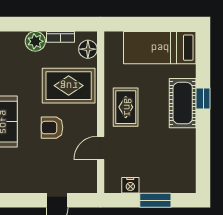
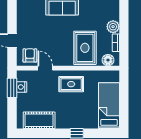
cot: (183, 103) -> (39, 120), moved
armchair: (52, 128) -> (30, 55), moved
window: (155, 200) -> (12, 88), moved

